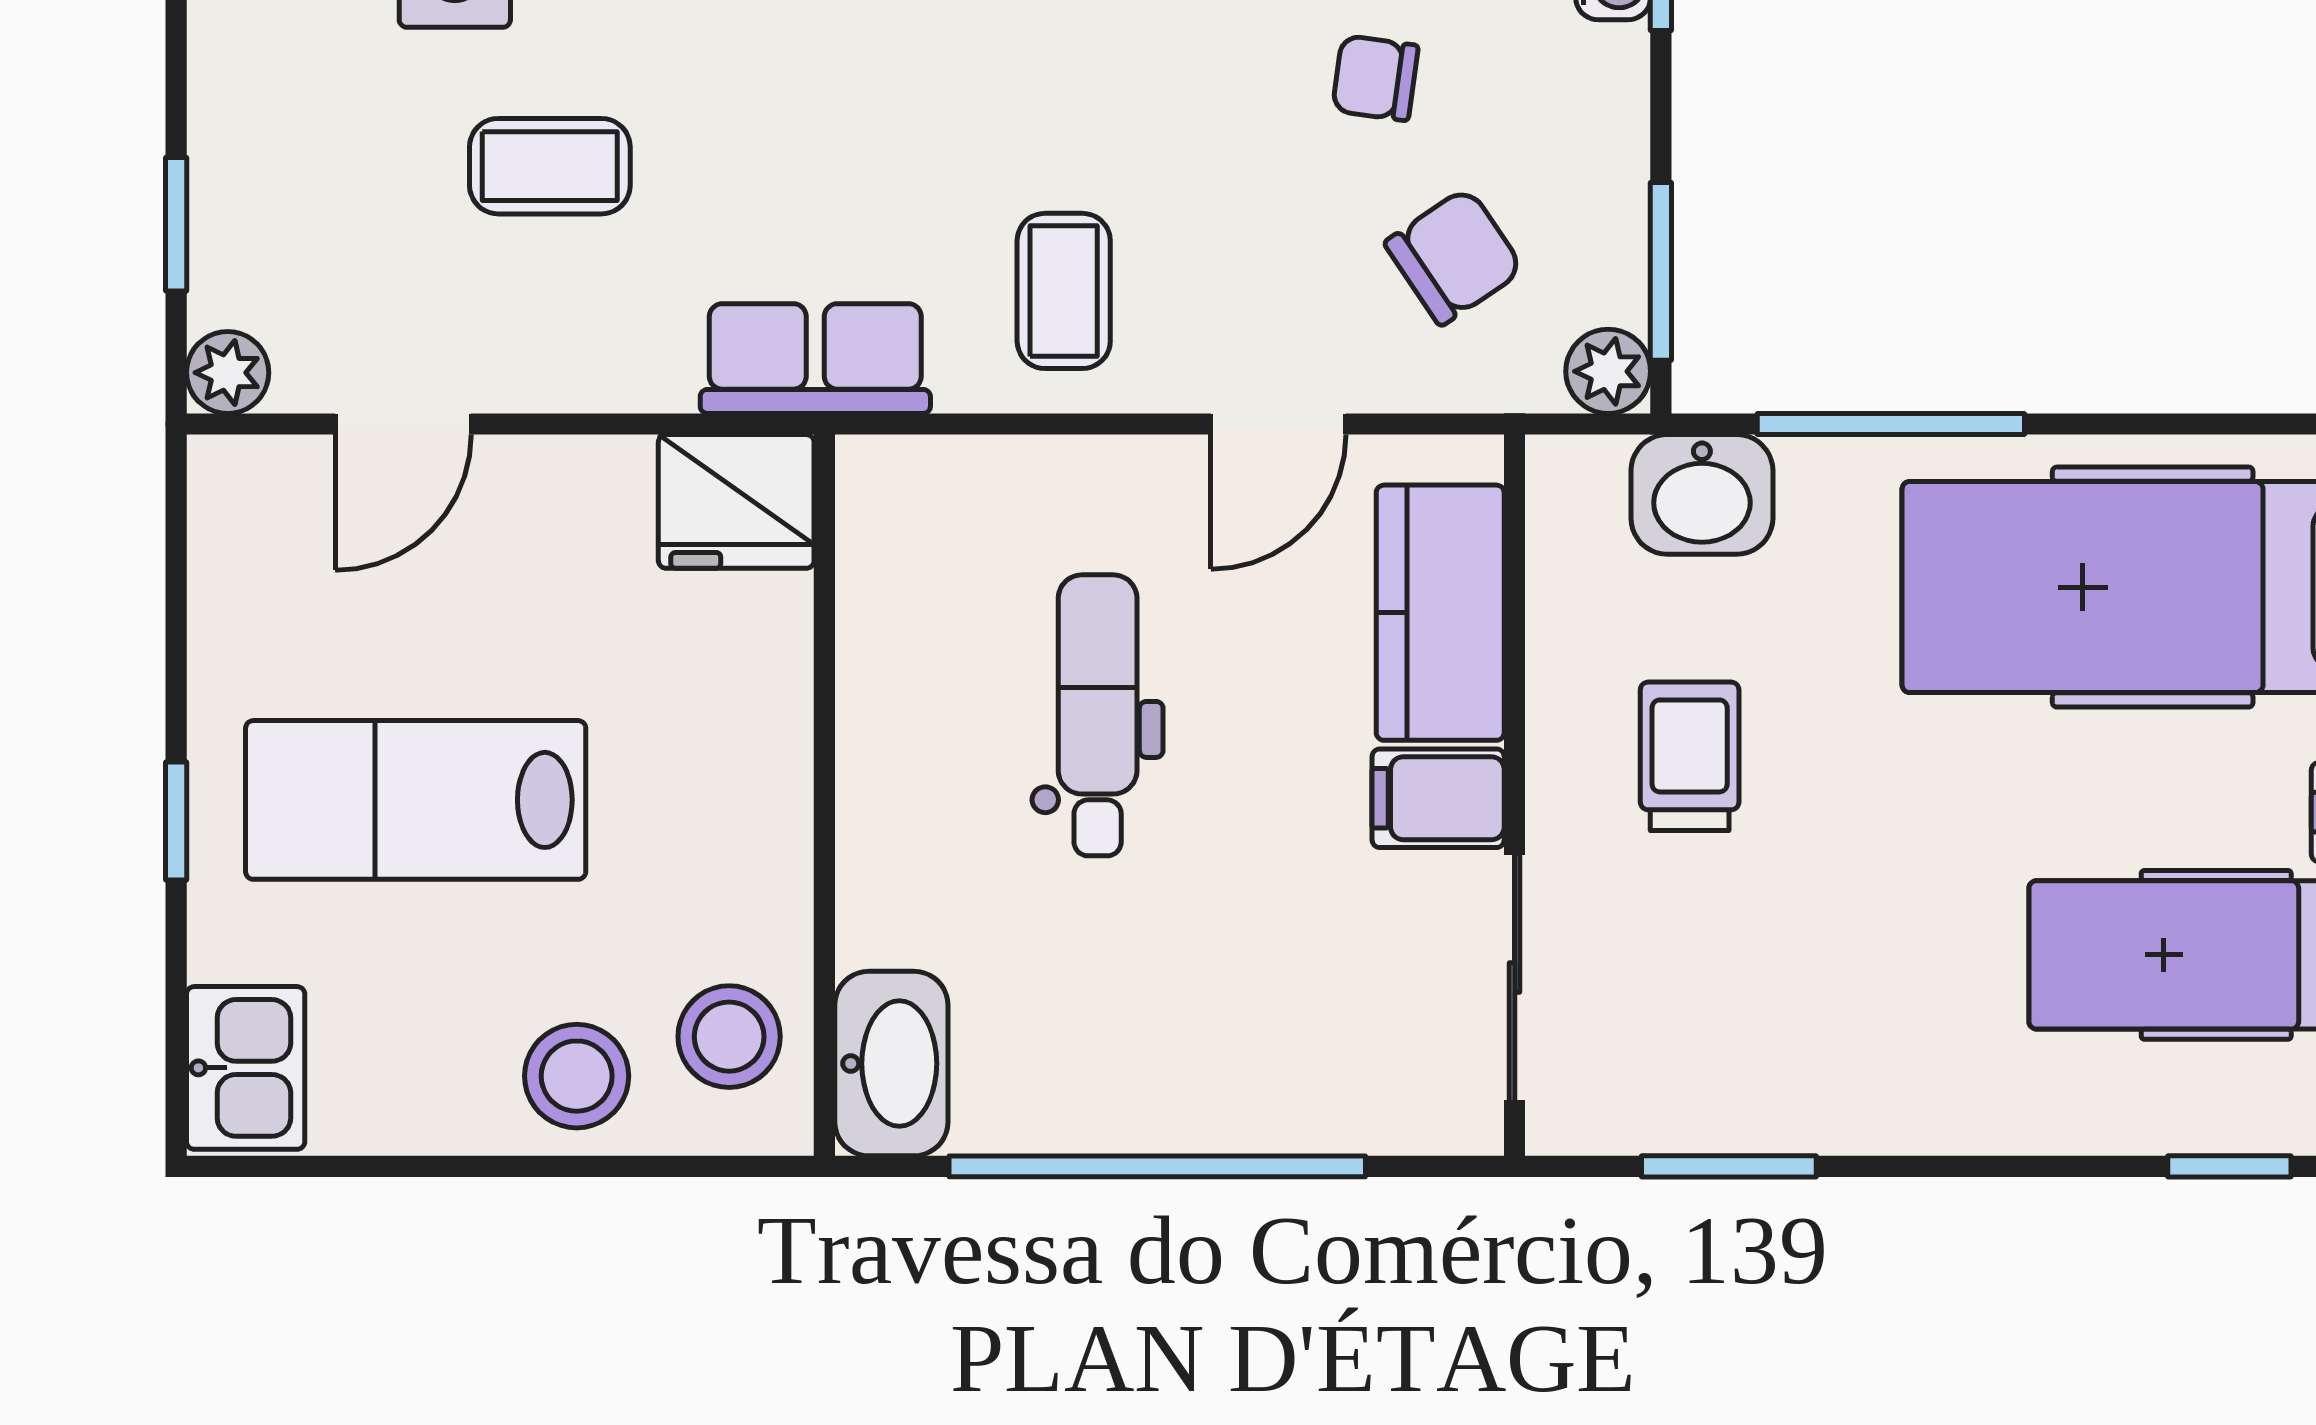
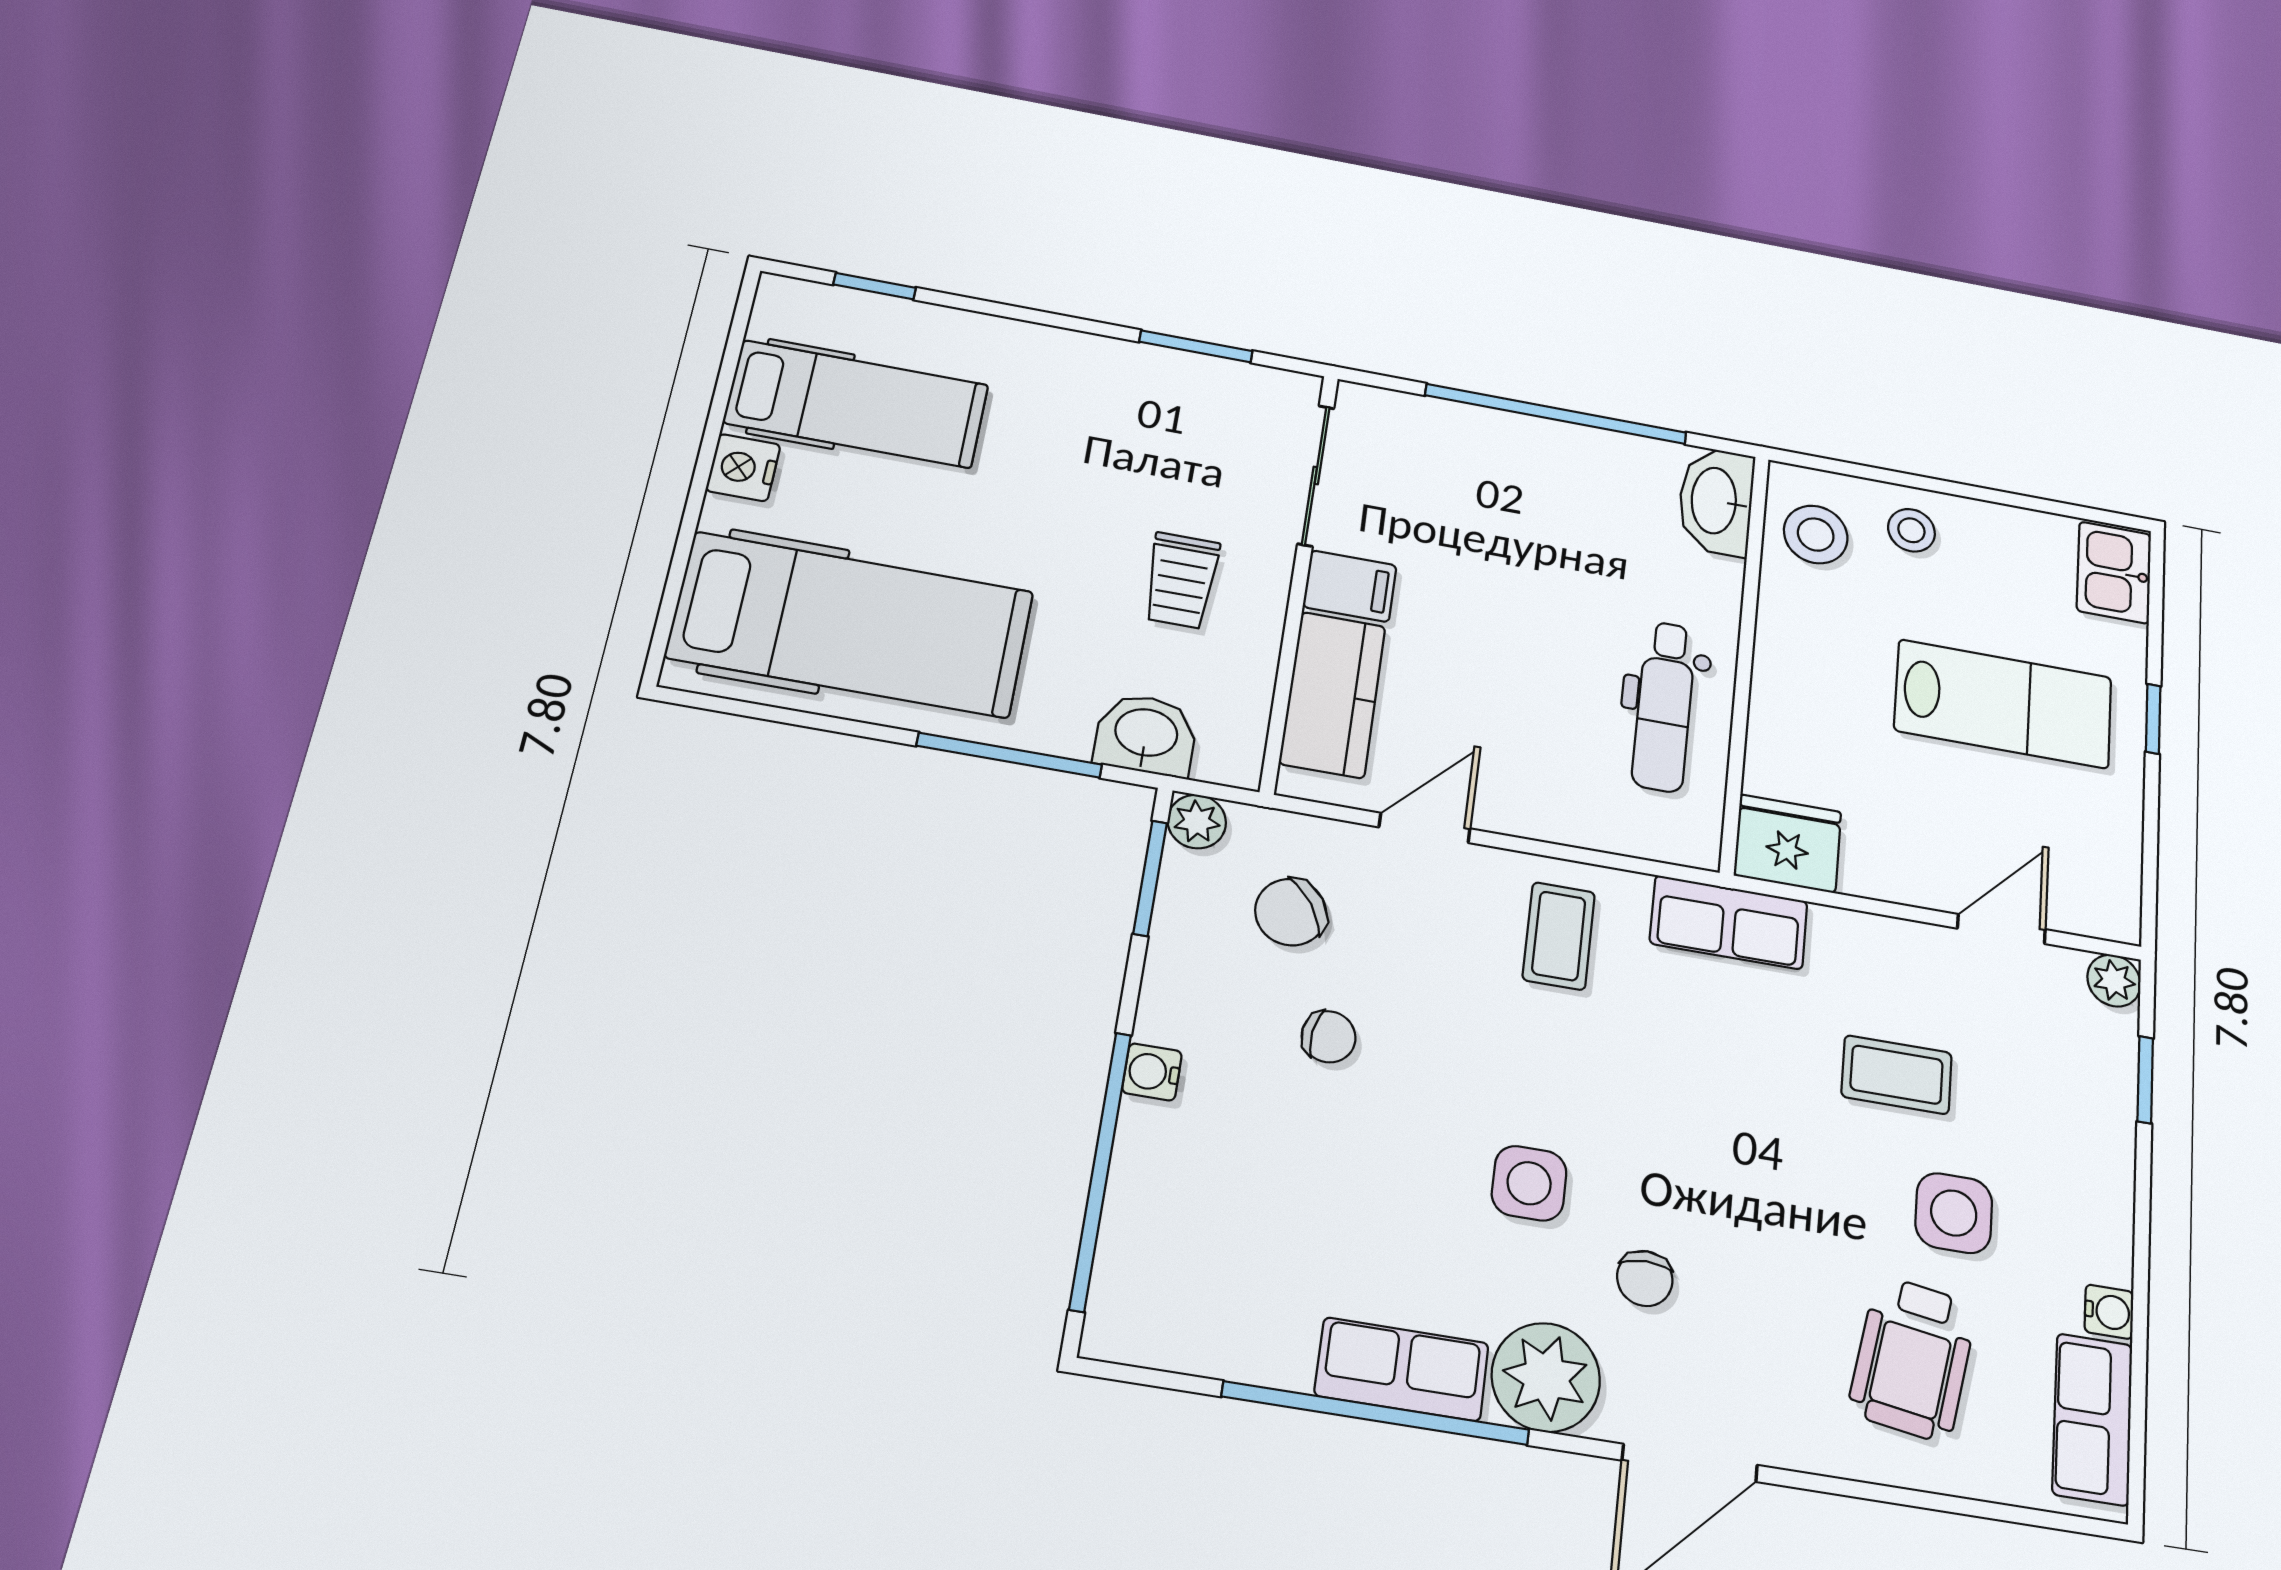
dental chair: (1098, 715) -> (1664, 706), moved
stool: (577, 1076) -> (1911, 530), width x0.73, depth x0.73

